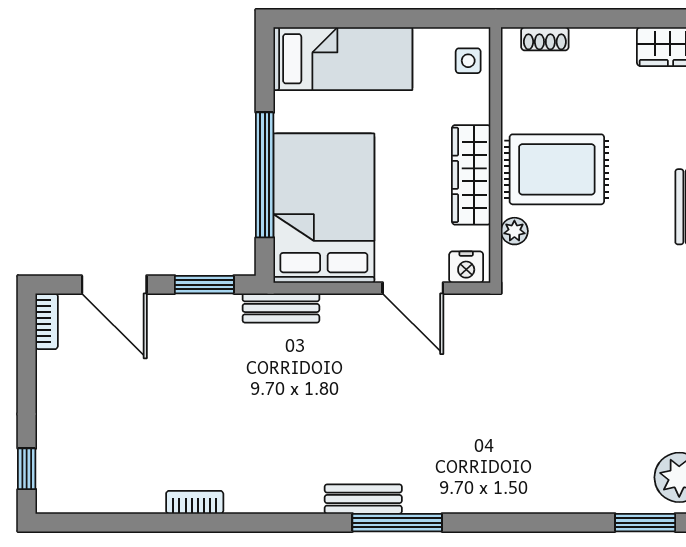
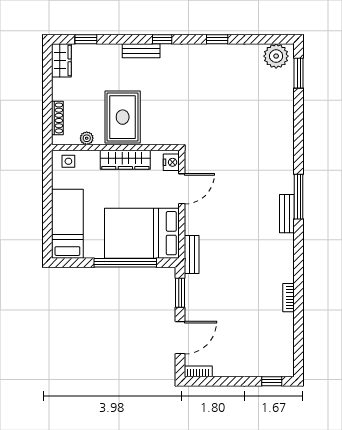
shoe rack: (545, 39) -> (57, 118), width x1.43
plant: (514, 231) -> (87, 138), moved

